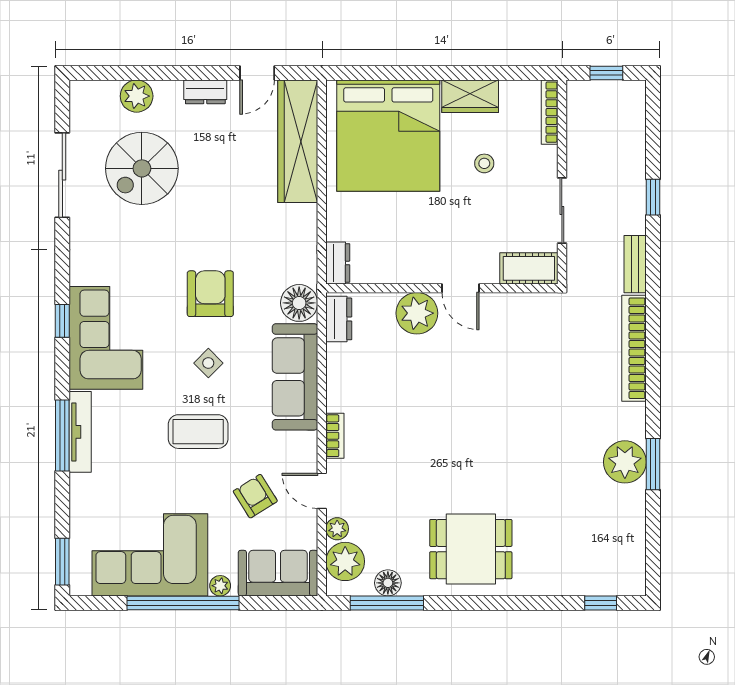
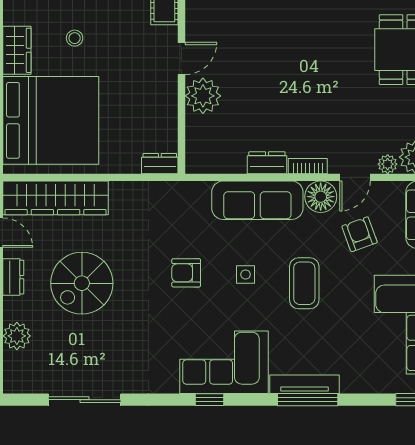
spiral stairs: (142, 168) -> (82, 283), moved, turned 90
armchair: (210, 294) -> (186, 273), width x0.72, depth x0.72
floor lamp: (299, 303) -> (321, 197), moved
dresser: (339, 319) -> (267, 163), moved
side table: (208, 363) -> (246, 275), turned 45
armchair: (255, 496) -> (360, 234), turned 102

